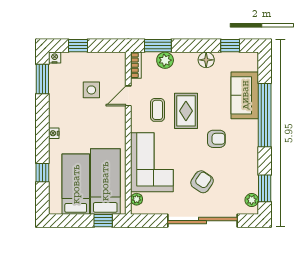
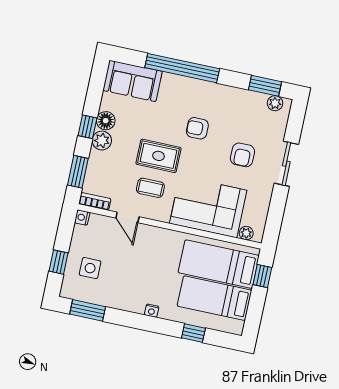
window: (230, 46) -> (88, 127), moved
nightstand: (55, 58) -> (82, 218), moved
plant: (165, 60) -> (102, 141), moved
side table: (91, 90) -> (90, 268), moved
sofa: (245, 95) -> (133, 81), moved
armchair: (216, 139) -> (197, 128), turned -90
armchair: (202, 182) -> (242, 155), turned -124
sliding door: (203, 221) -> (286, 164), width x0.54

